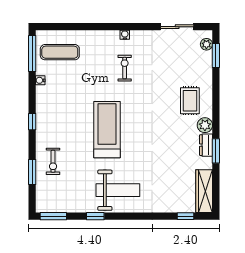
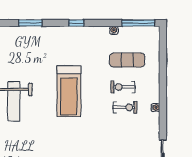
exercise mat: (60, 52) -> (127, 60), moved, turned 90
treadmill: (107, 130) -> (69, 91), turned 90
exercise bike: (53, 161) -> (123, 87), moved

